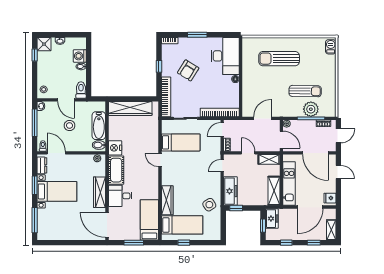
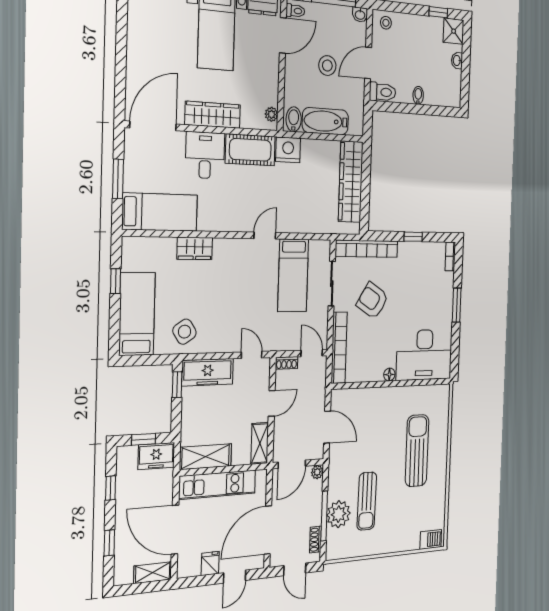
washing machine: (80, 56) -> (434, 94), removed
armchair: (188, 70) -> (372, 301), moved
fridge: (330, 198) -> (210, 563), moved
wardrobe: (167, 200) -> (195, 248), width x0.67
bed: (182, 225) -> (137, 314), moved, turned 180
shelving: (331, 230) -> (153, 573), moved

